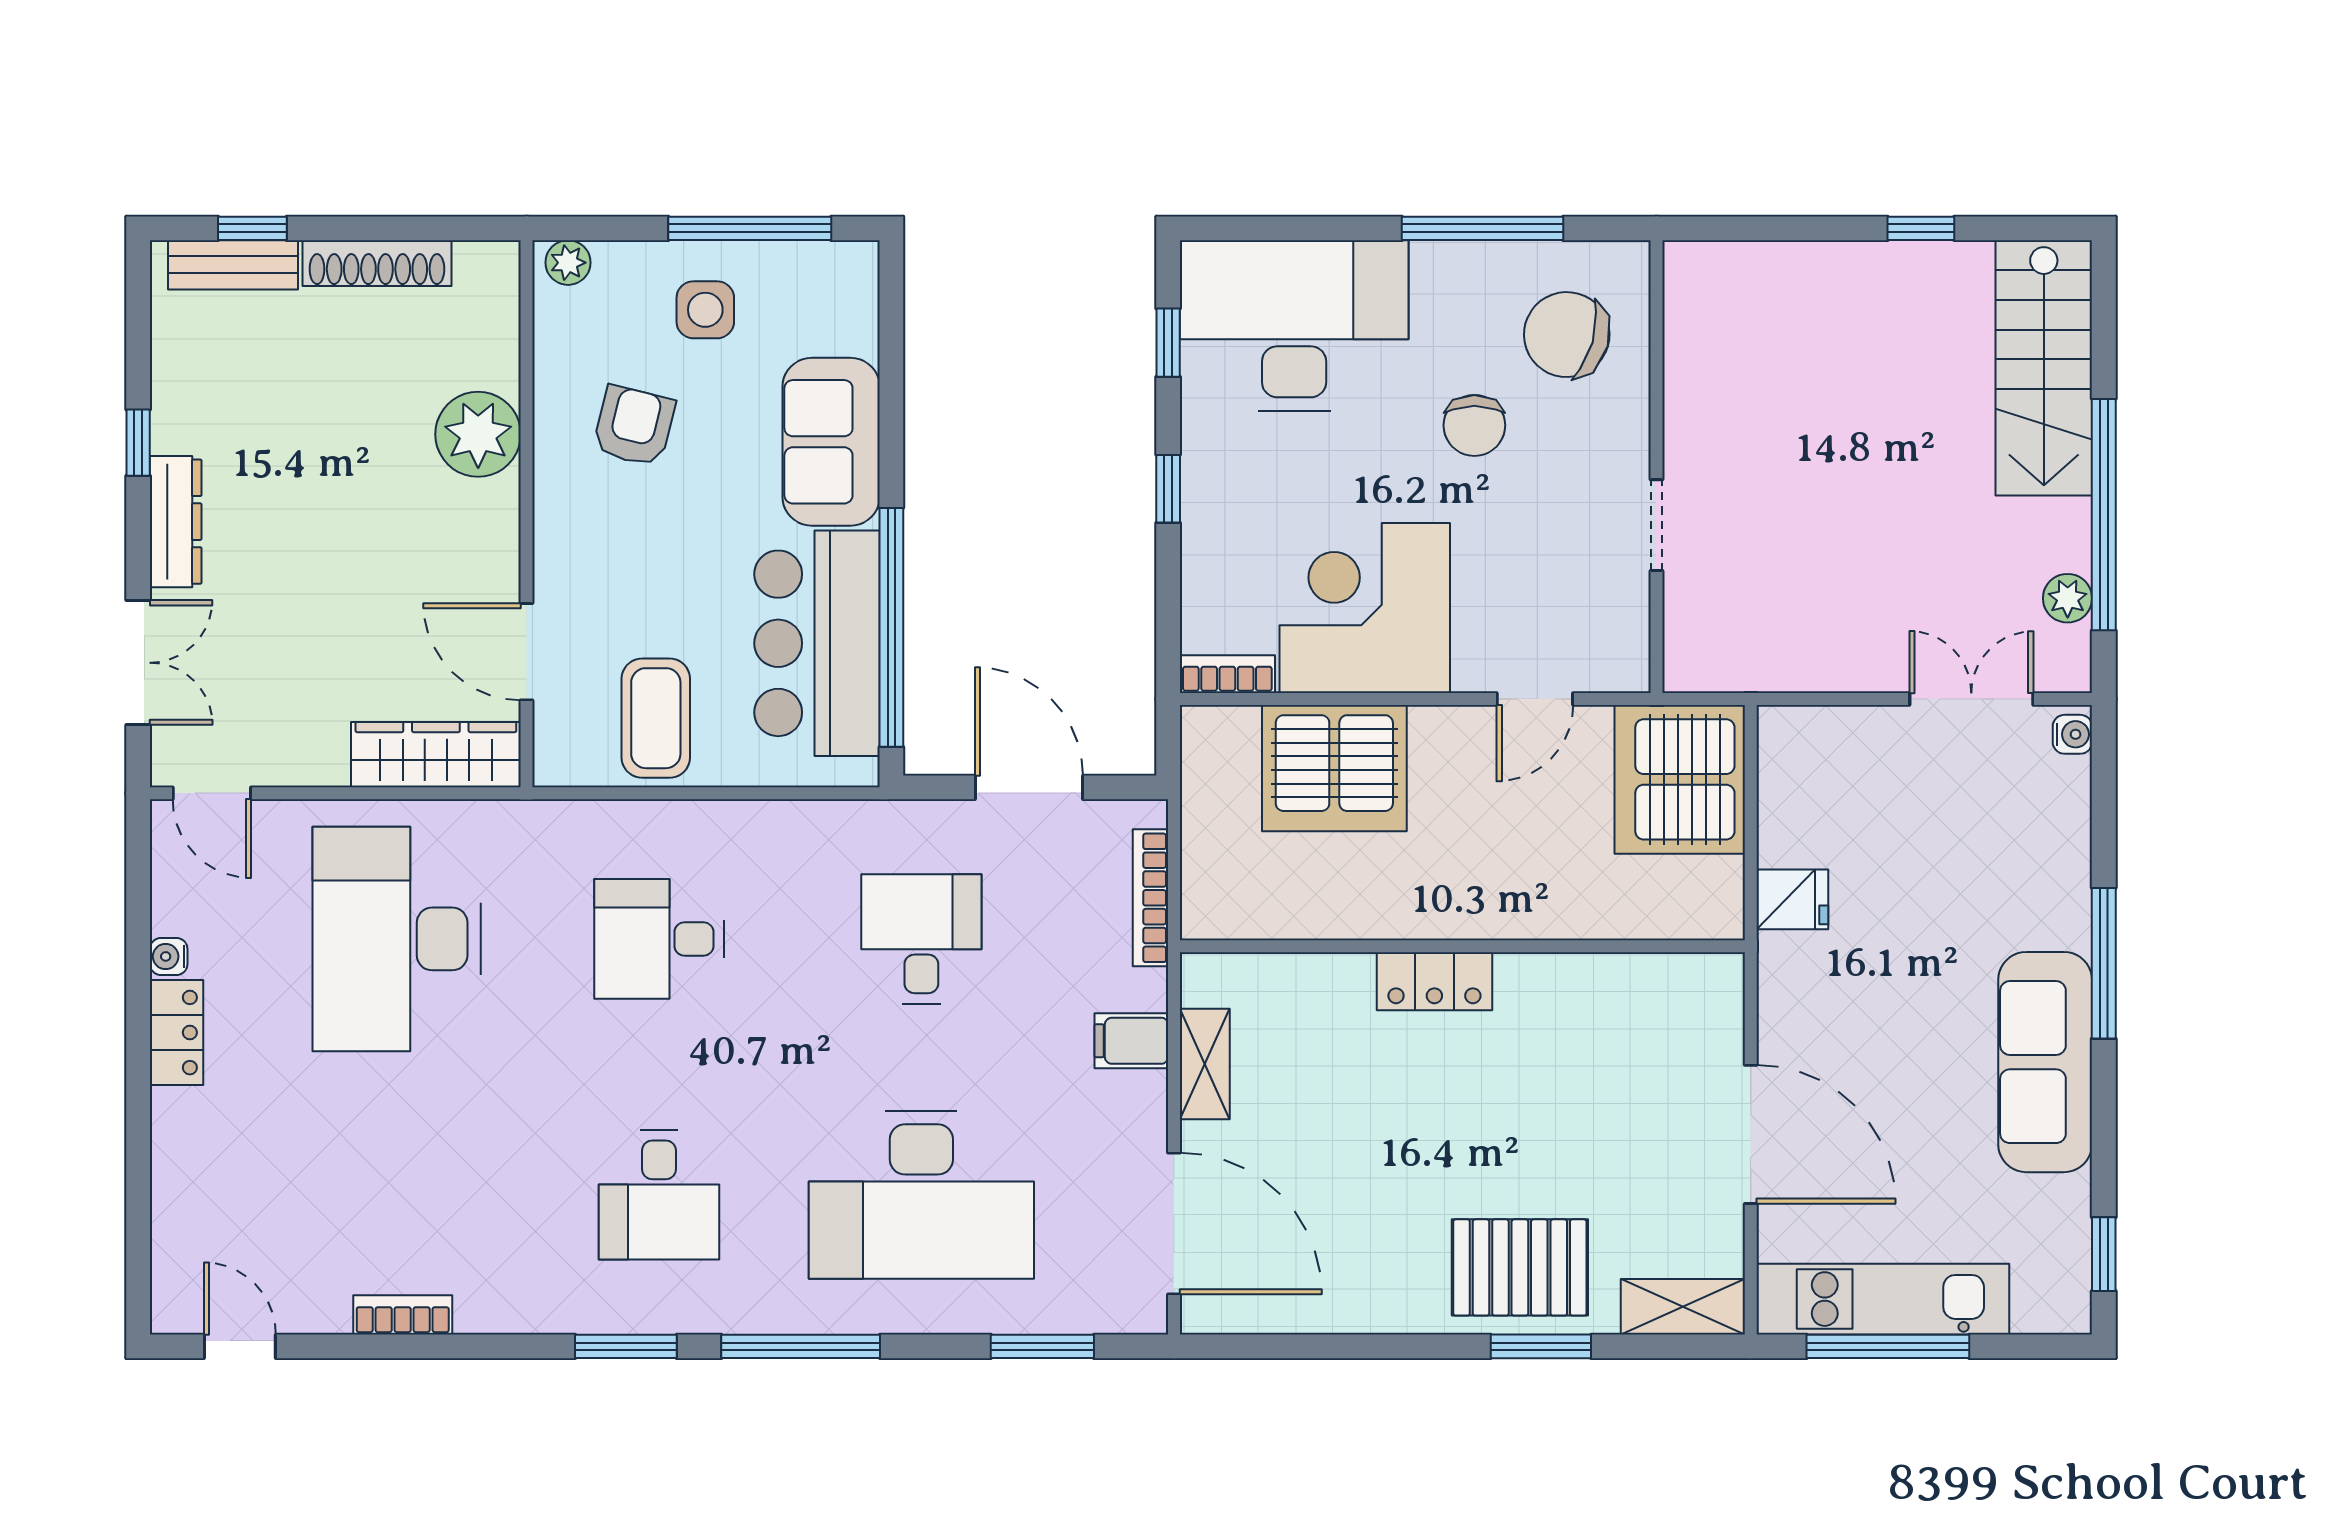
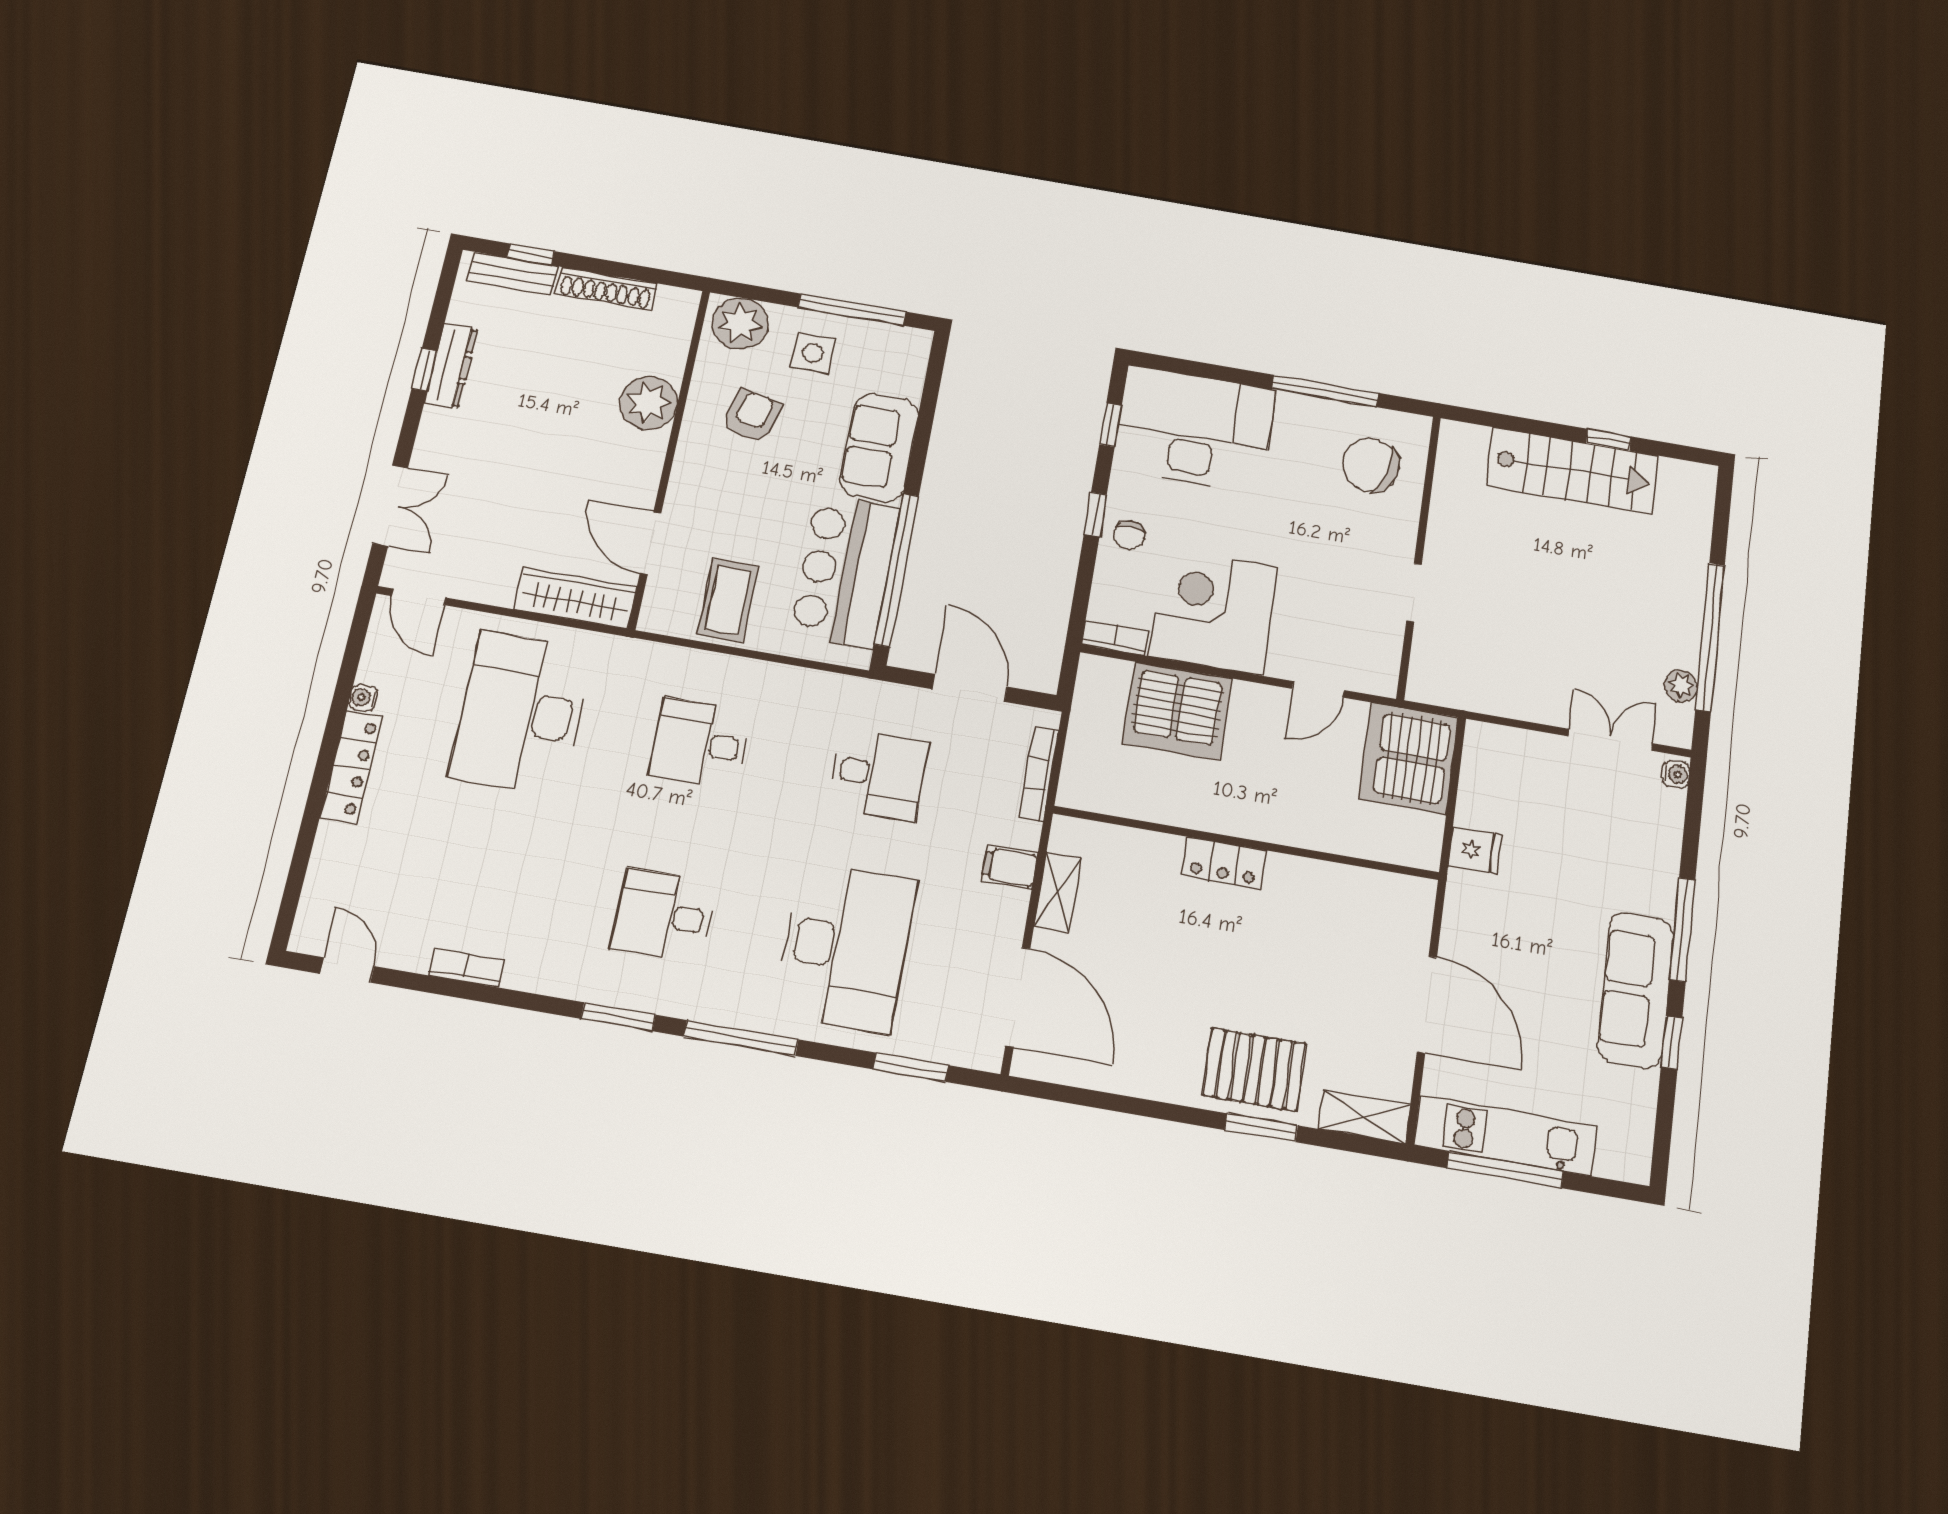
plant: (568, 263) -> (740, 324), width x1.88, depth x1.88
stairs: (2044, 368) -> (1572, 471), moved, turned -90
chair: (1474, 425) -> (1129, 535), moved, width x0.73, depth x0.73
dresser: (176, 522) -> (451, 366), moved
desk: (921, 939) -> (878, 774), turned 90
locker: (177, 1033) -> (351, 767), width x1.53
desk: (659, 1195) -> (664, 916), turned 90
desk: (921, 1195) -> (846, 947), turned -90
window: (2104, 1254) -> (1672, 1043), moved

